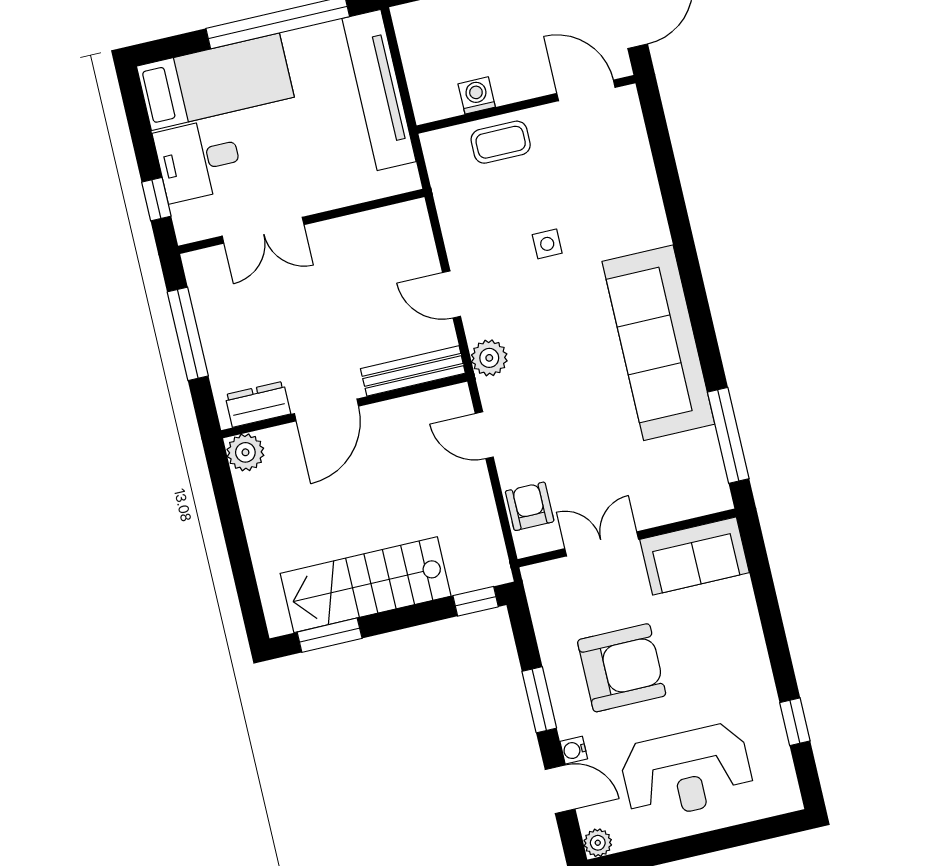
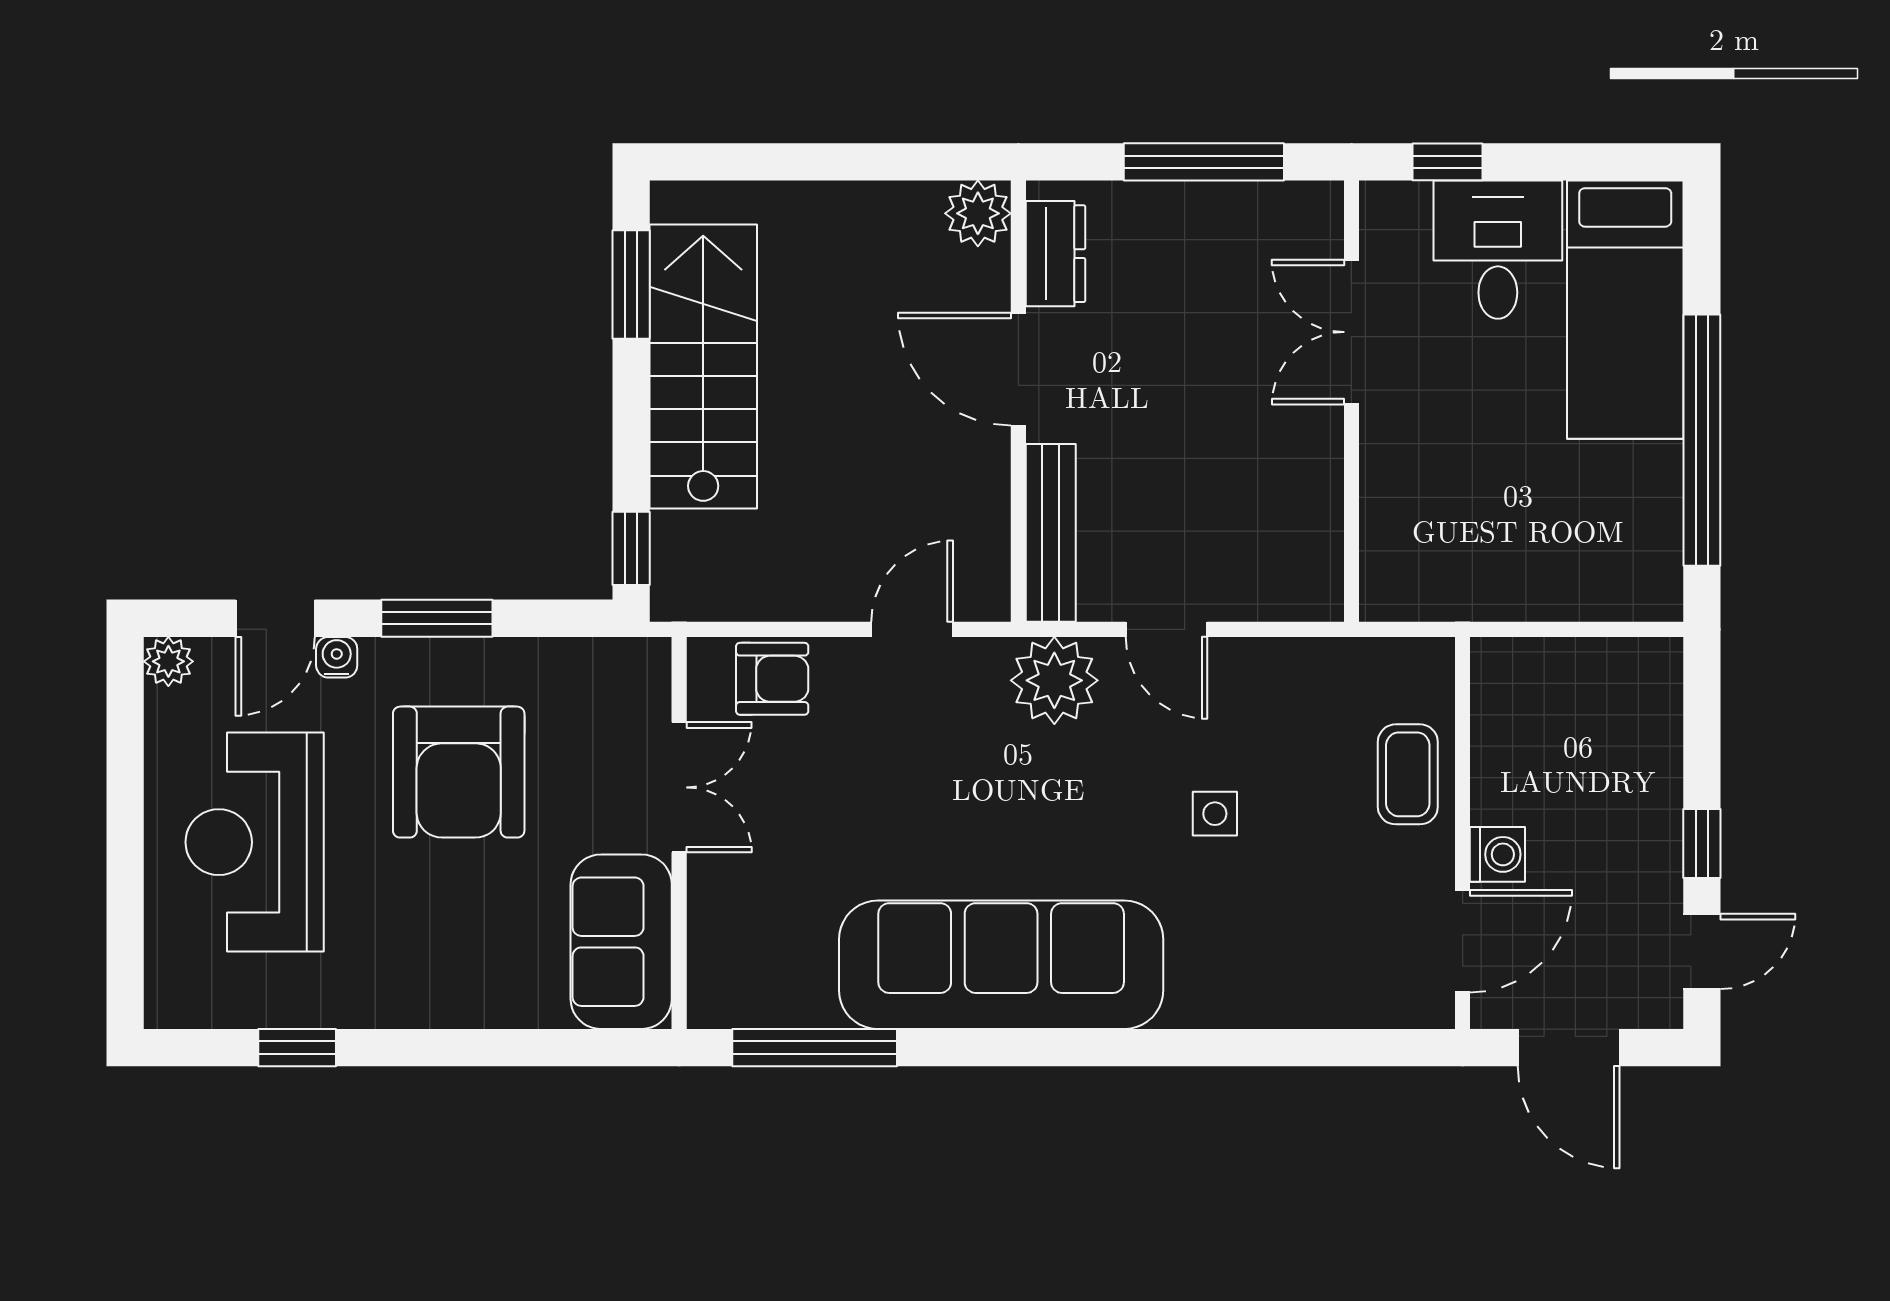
tv unit: (379, 90) -> (1546, 587), removed
washing machine: (477, 95) -> (1497, 854), moved
door: (451, 294) -> (1167, 629), swing flipped
plant: (489, 358) -> (1054, 680), width x1.36, depth x1.36

